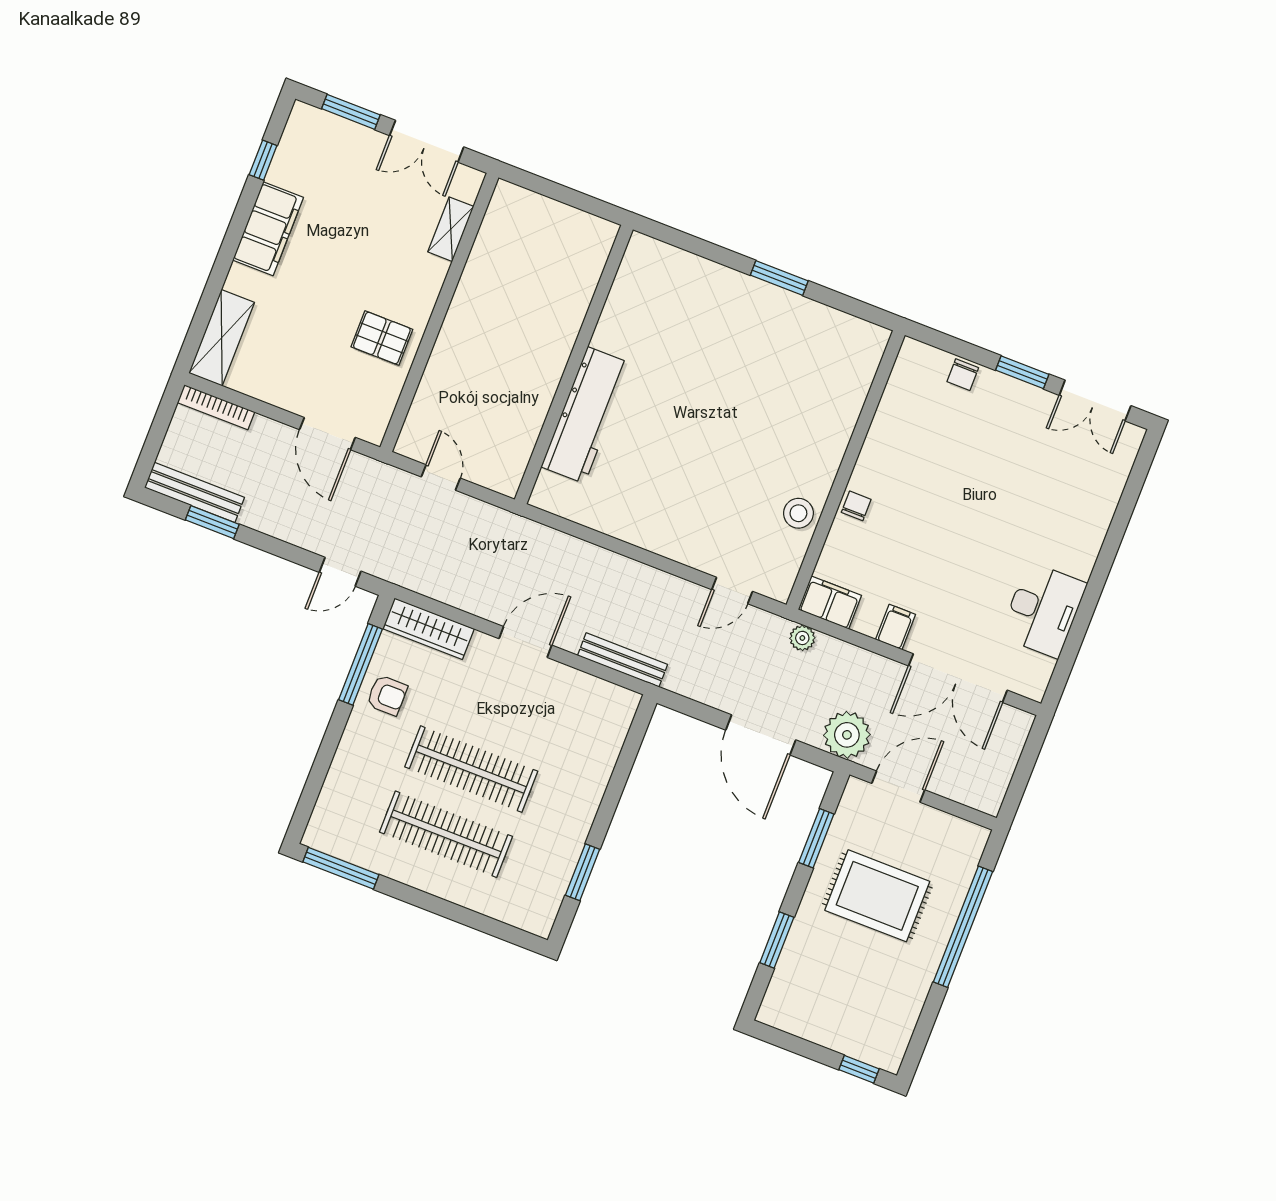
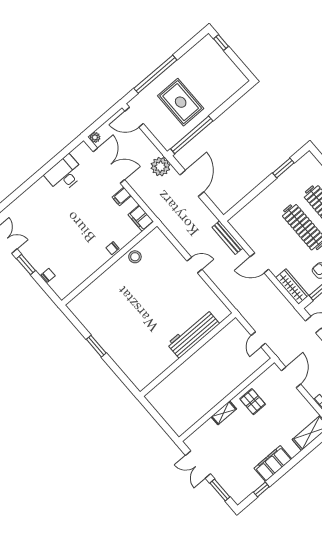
double door: (427, 141) -> (198, 465), swing flipped
shelving: (451, 229) -> (224, 413), moved
door: (732, 591) -> (194, 265), moved
plant: (802, 638) -> (95, 137), moved
door: (898, 787) -> (134, 117), moved
window: (816, 838) -> (192, 135), width x2.11
window: (777, 940) -> (226, 106), removed

